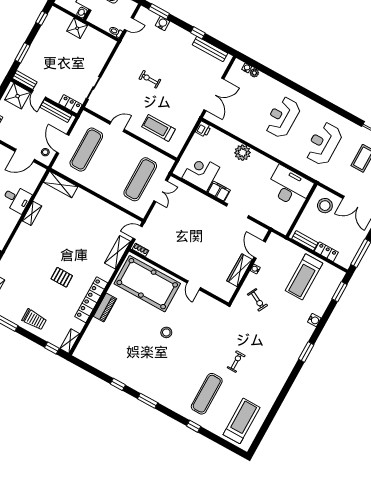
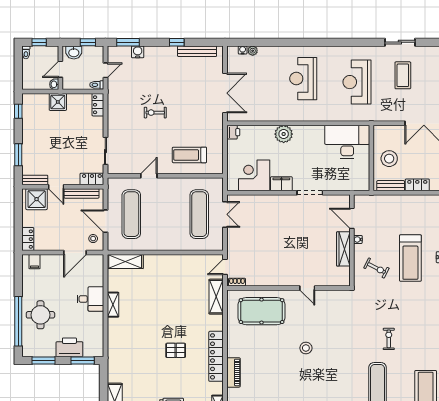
locker: (108, 48) -> (98, 105), added
stool: (325, 206) -> (389, 159), moved
treadmill: (304, 277) -> (410, 258), moved
pool table: (147, 284) -> (262, 311), width x0.73, depth x0.76
piano: (105, 307) -> (233, 372), moved

